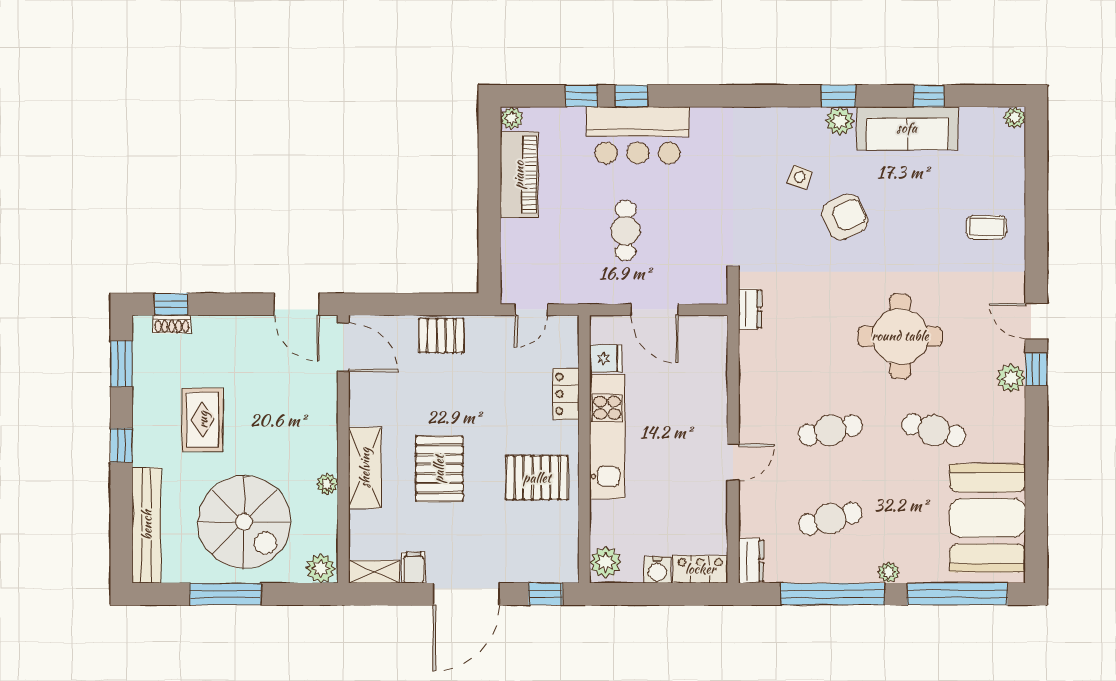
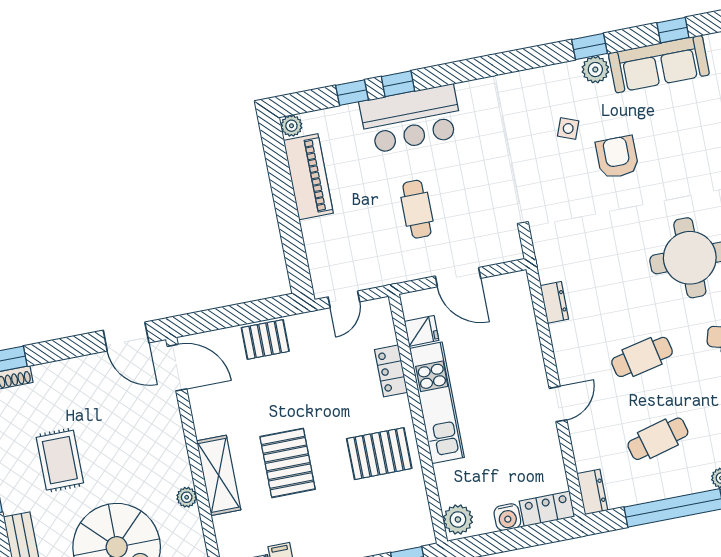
armchair: (845, 217) -> (617, 157), turned -64
dresser: (750, 309) -> (554, 302), moved

